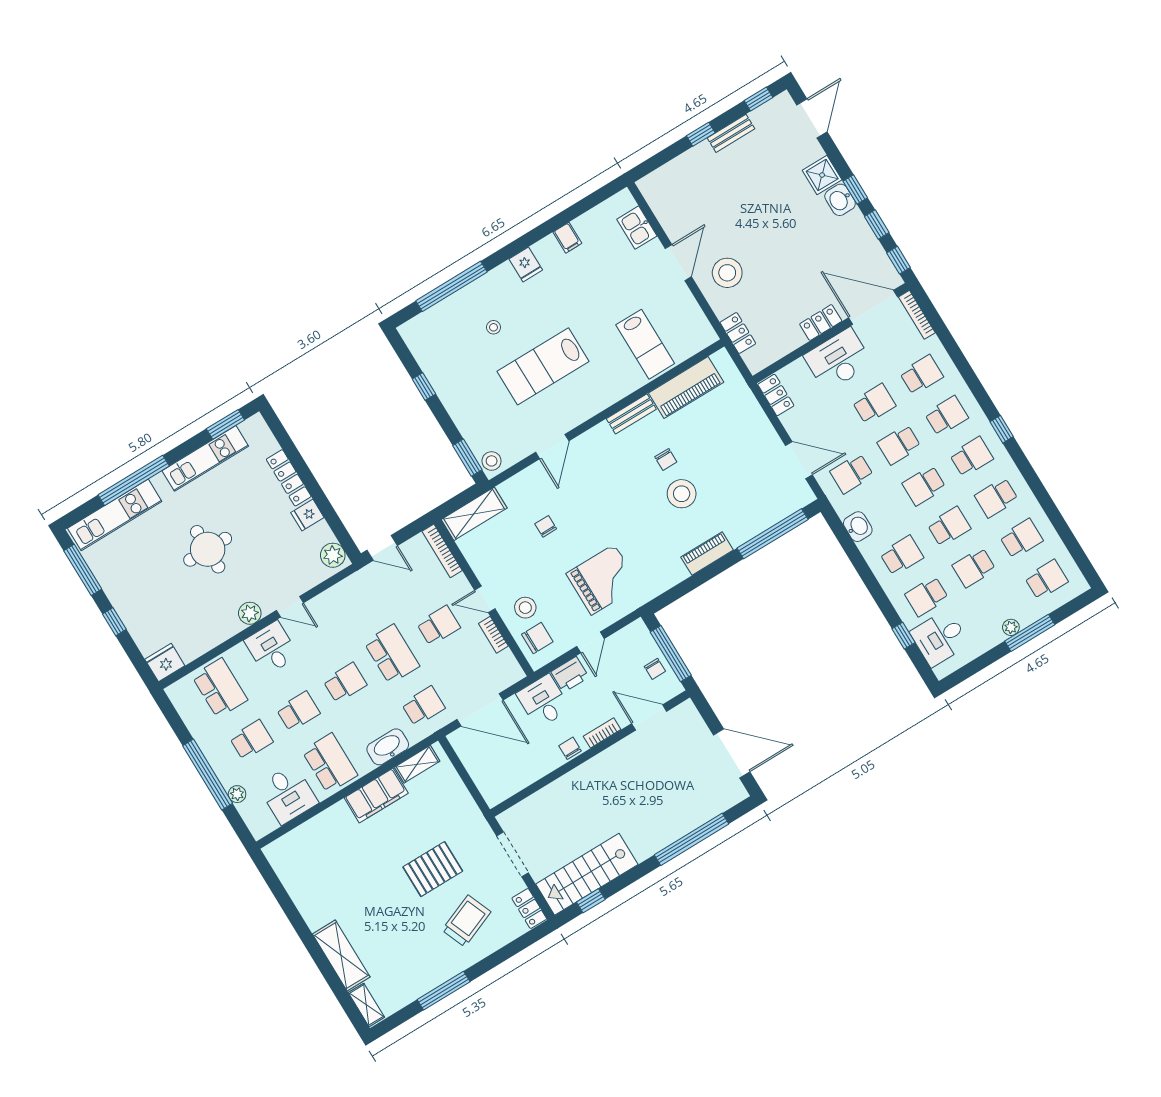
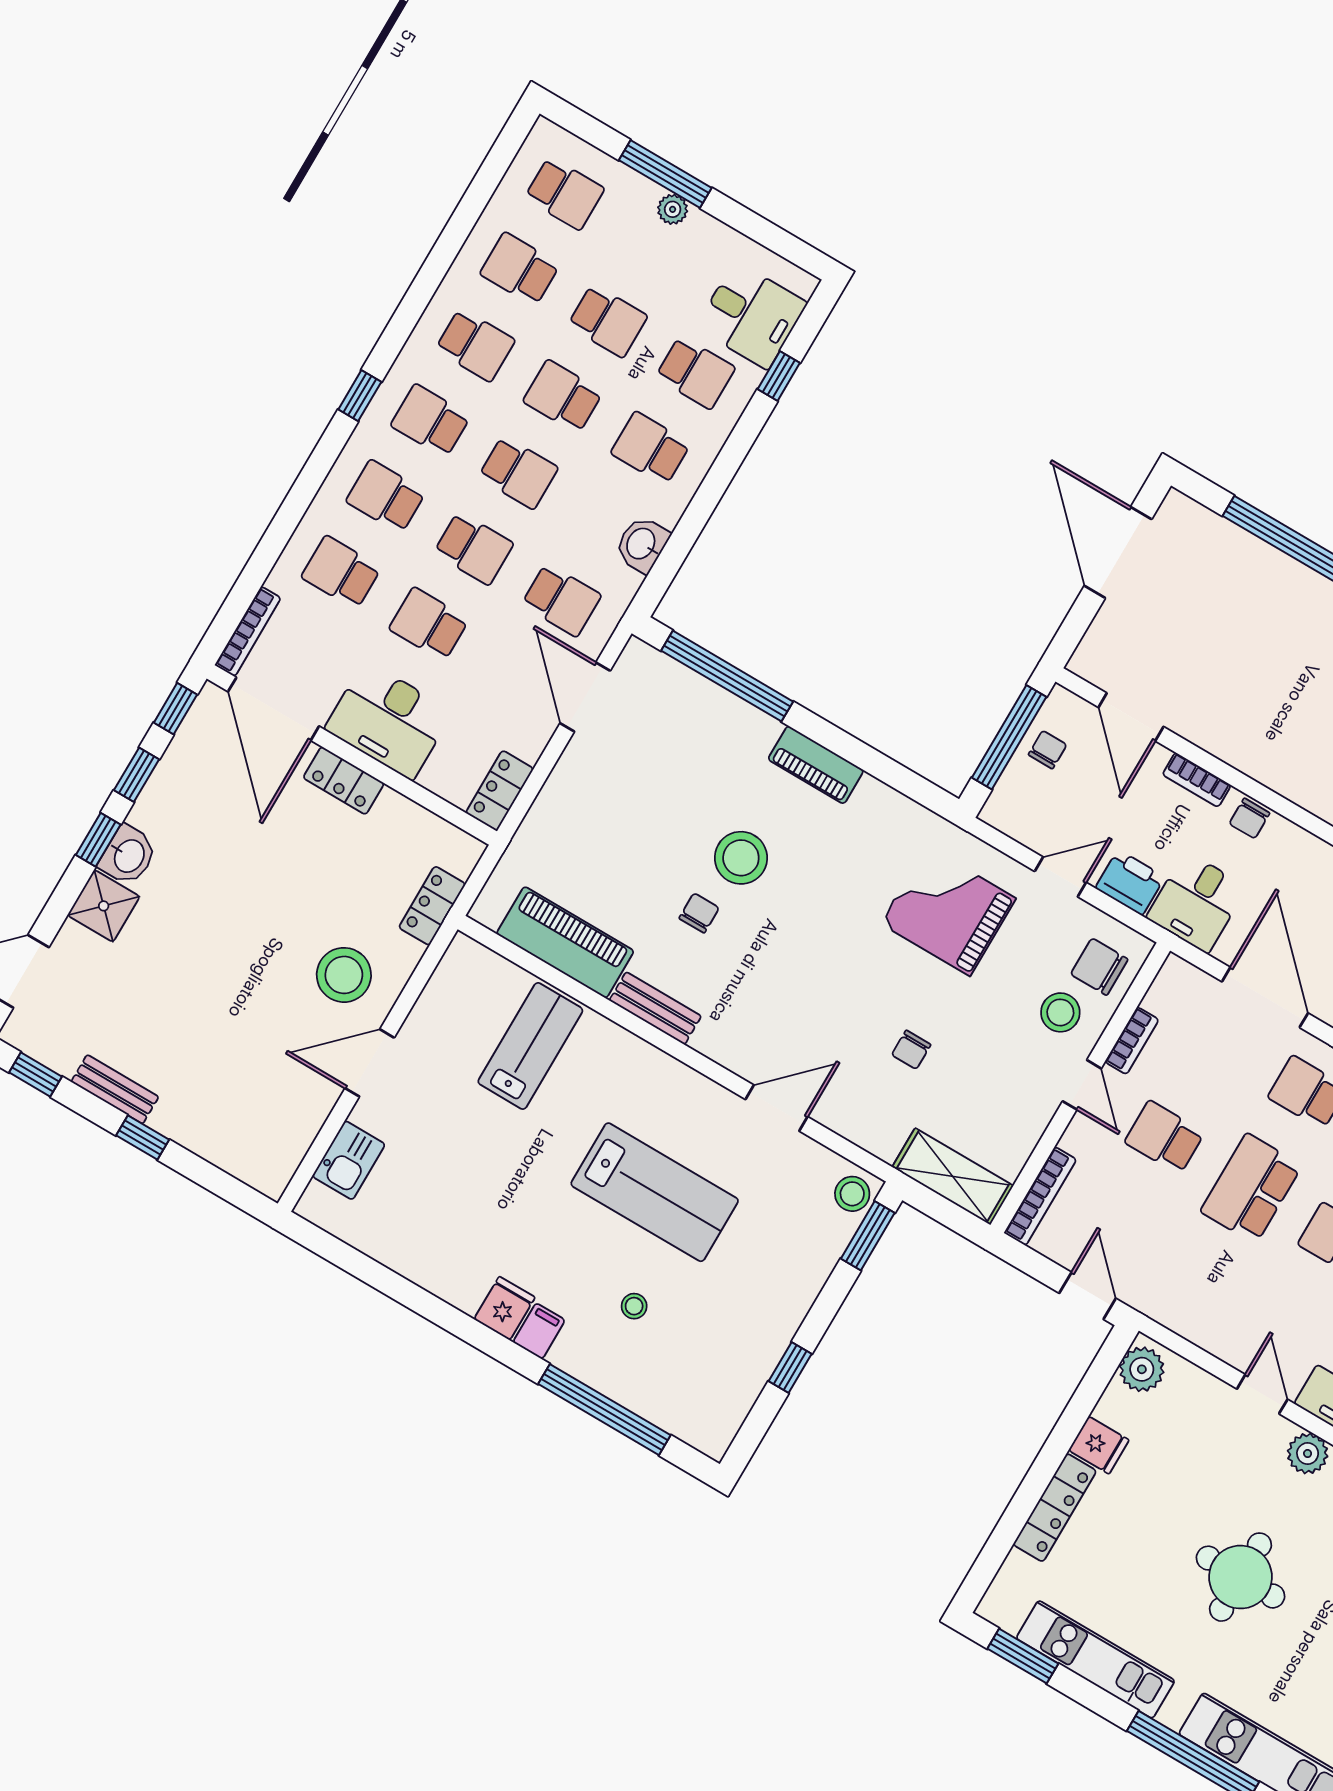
filing cabinet: (567, 238) -> (539, 1331), moved
school desk: (1046, 579) -> (564, 193), turned 180

